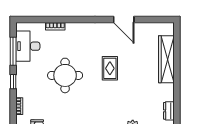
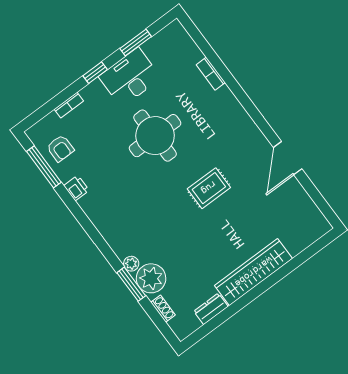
desk: (28, 46) -> (130, 77), moved
window: (13, 51) -> (136, 42), width x0.69
wardrobe: (166, 59) -> (254, 272), moved

